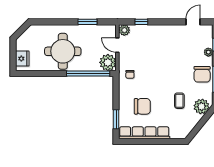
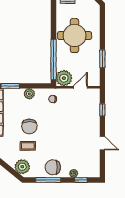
door: (193, 22) -> (102, 143), moved
plant: (124, 30) -> (29, 94), moved
chair: (142, 106) -> (29, 126), moved

